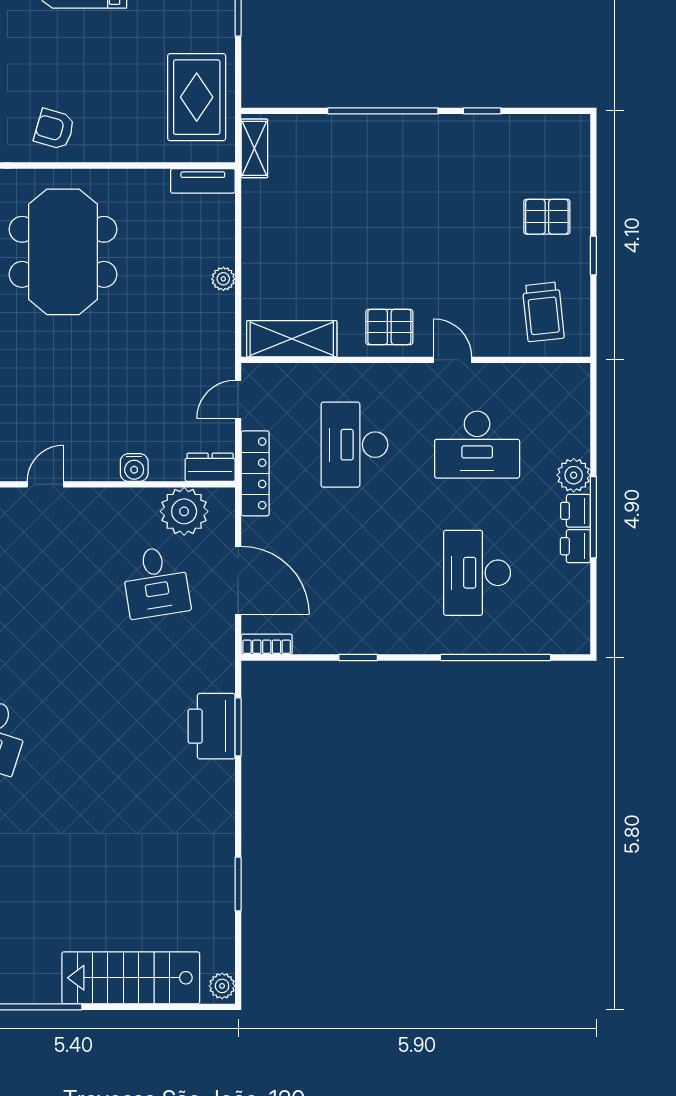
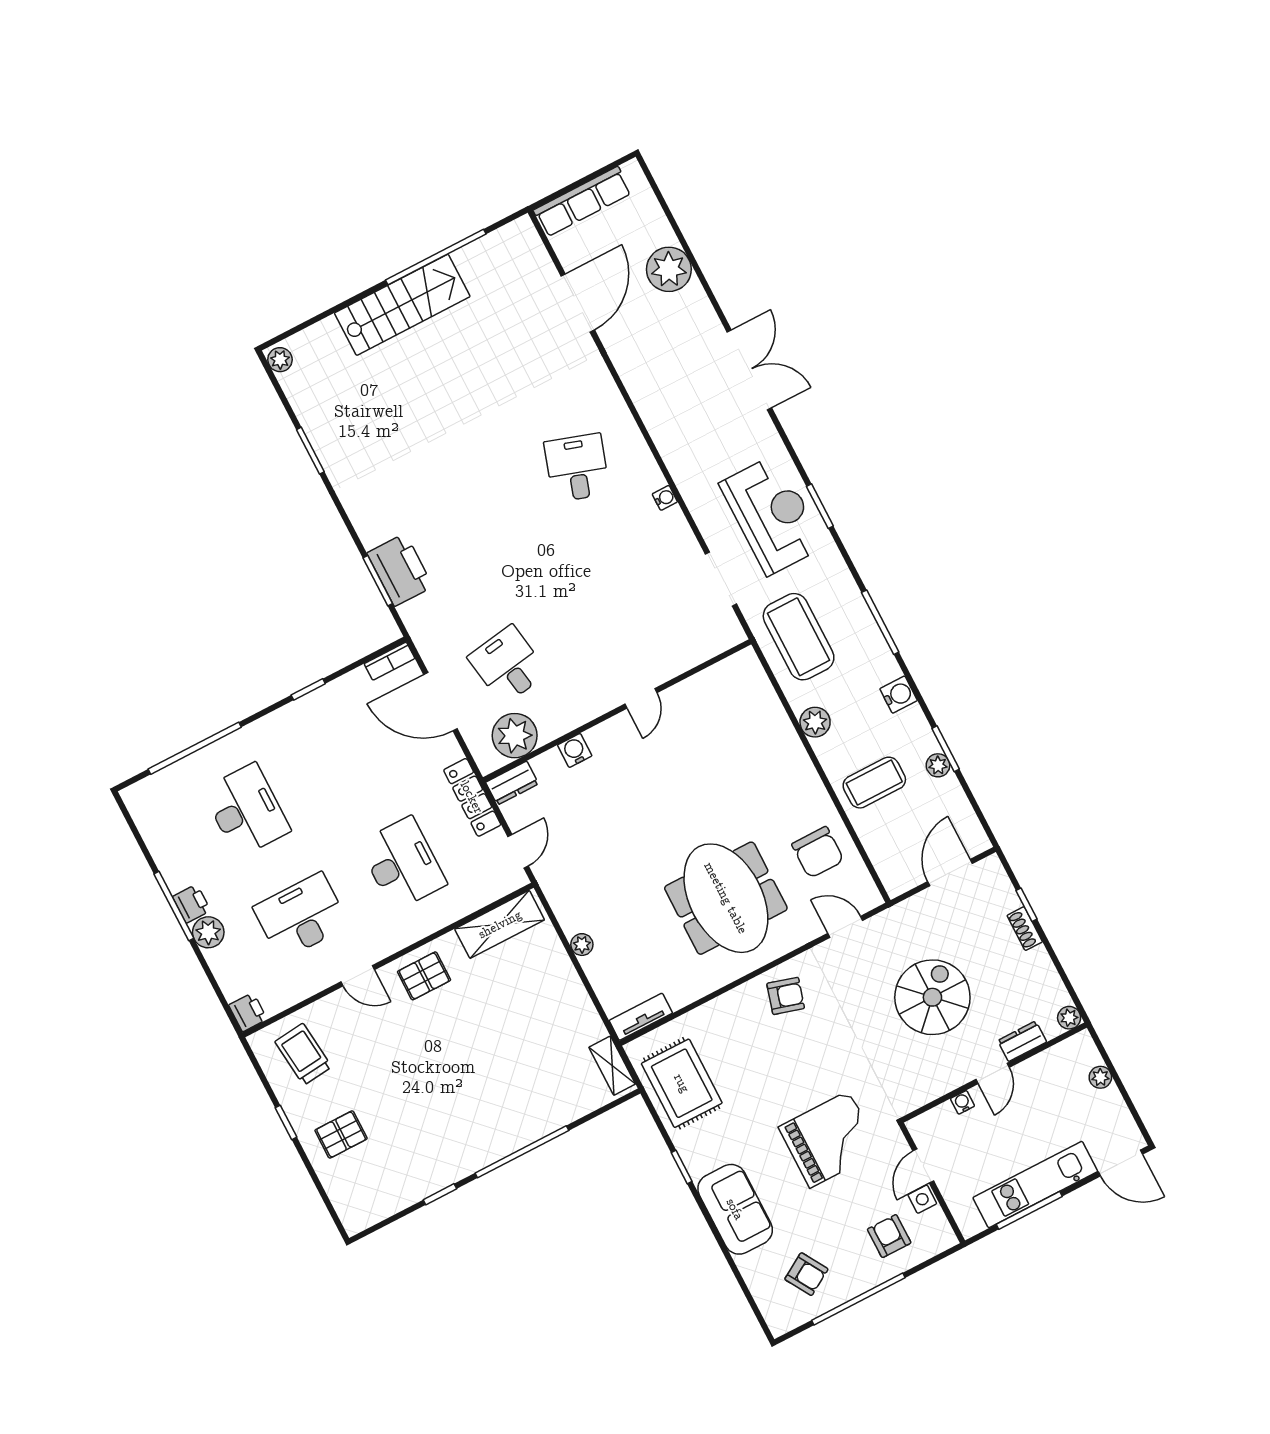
printer: (575, 546) -> (248, 1012), moved
stairs: (131, 978) -> (402, 305), moved

